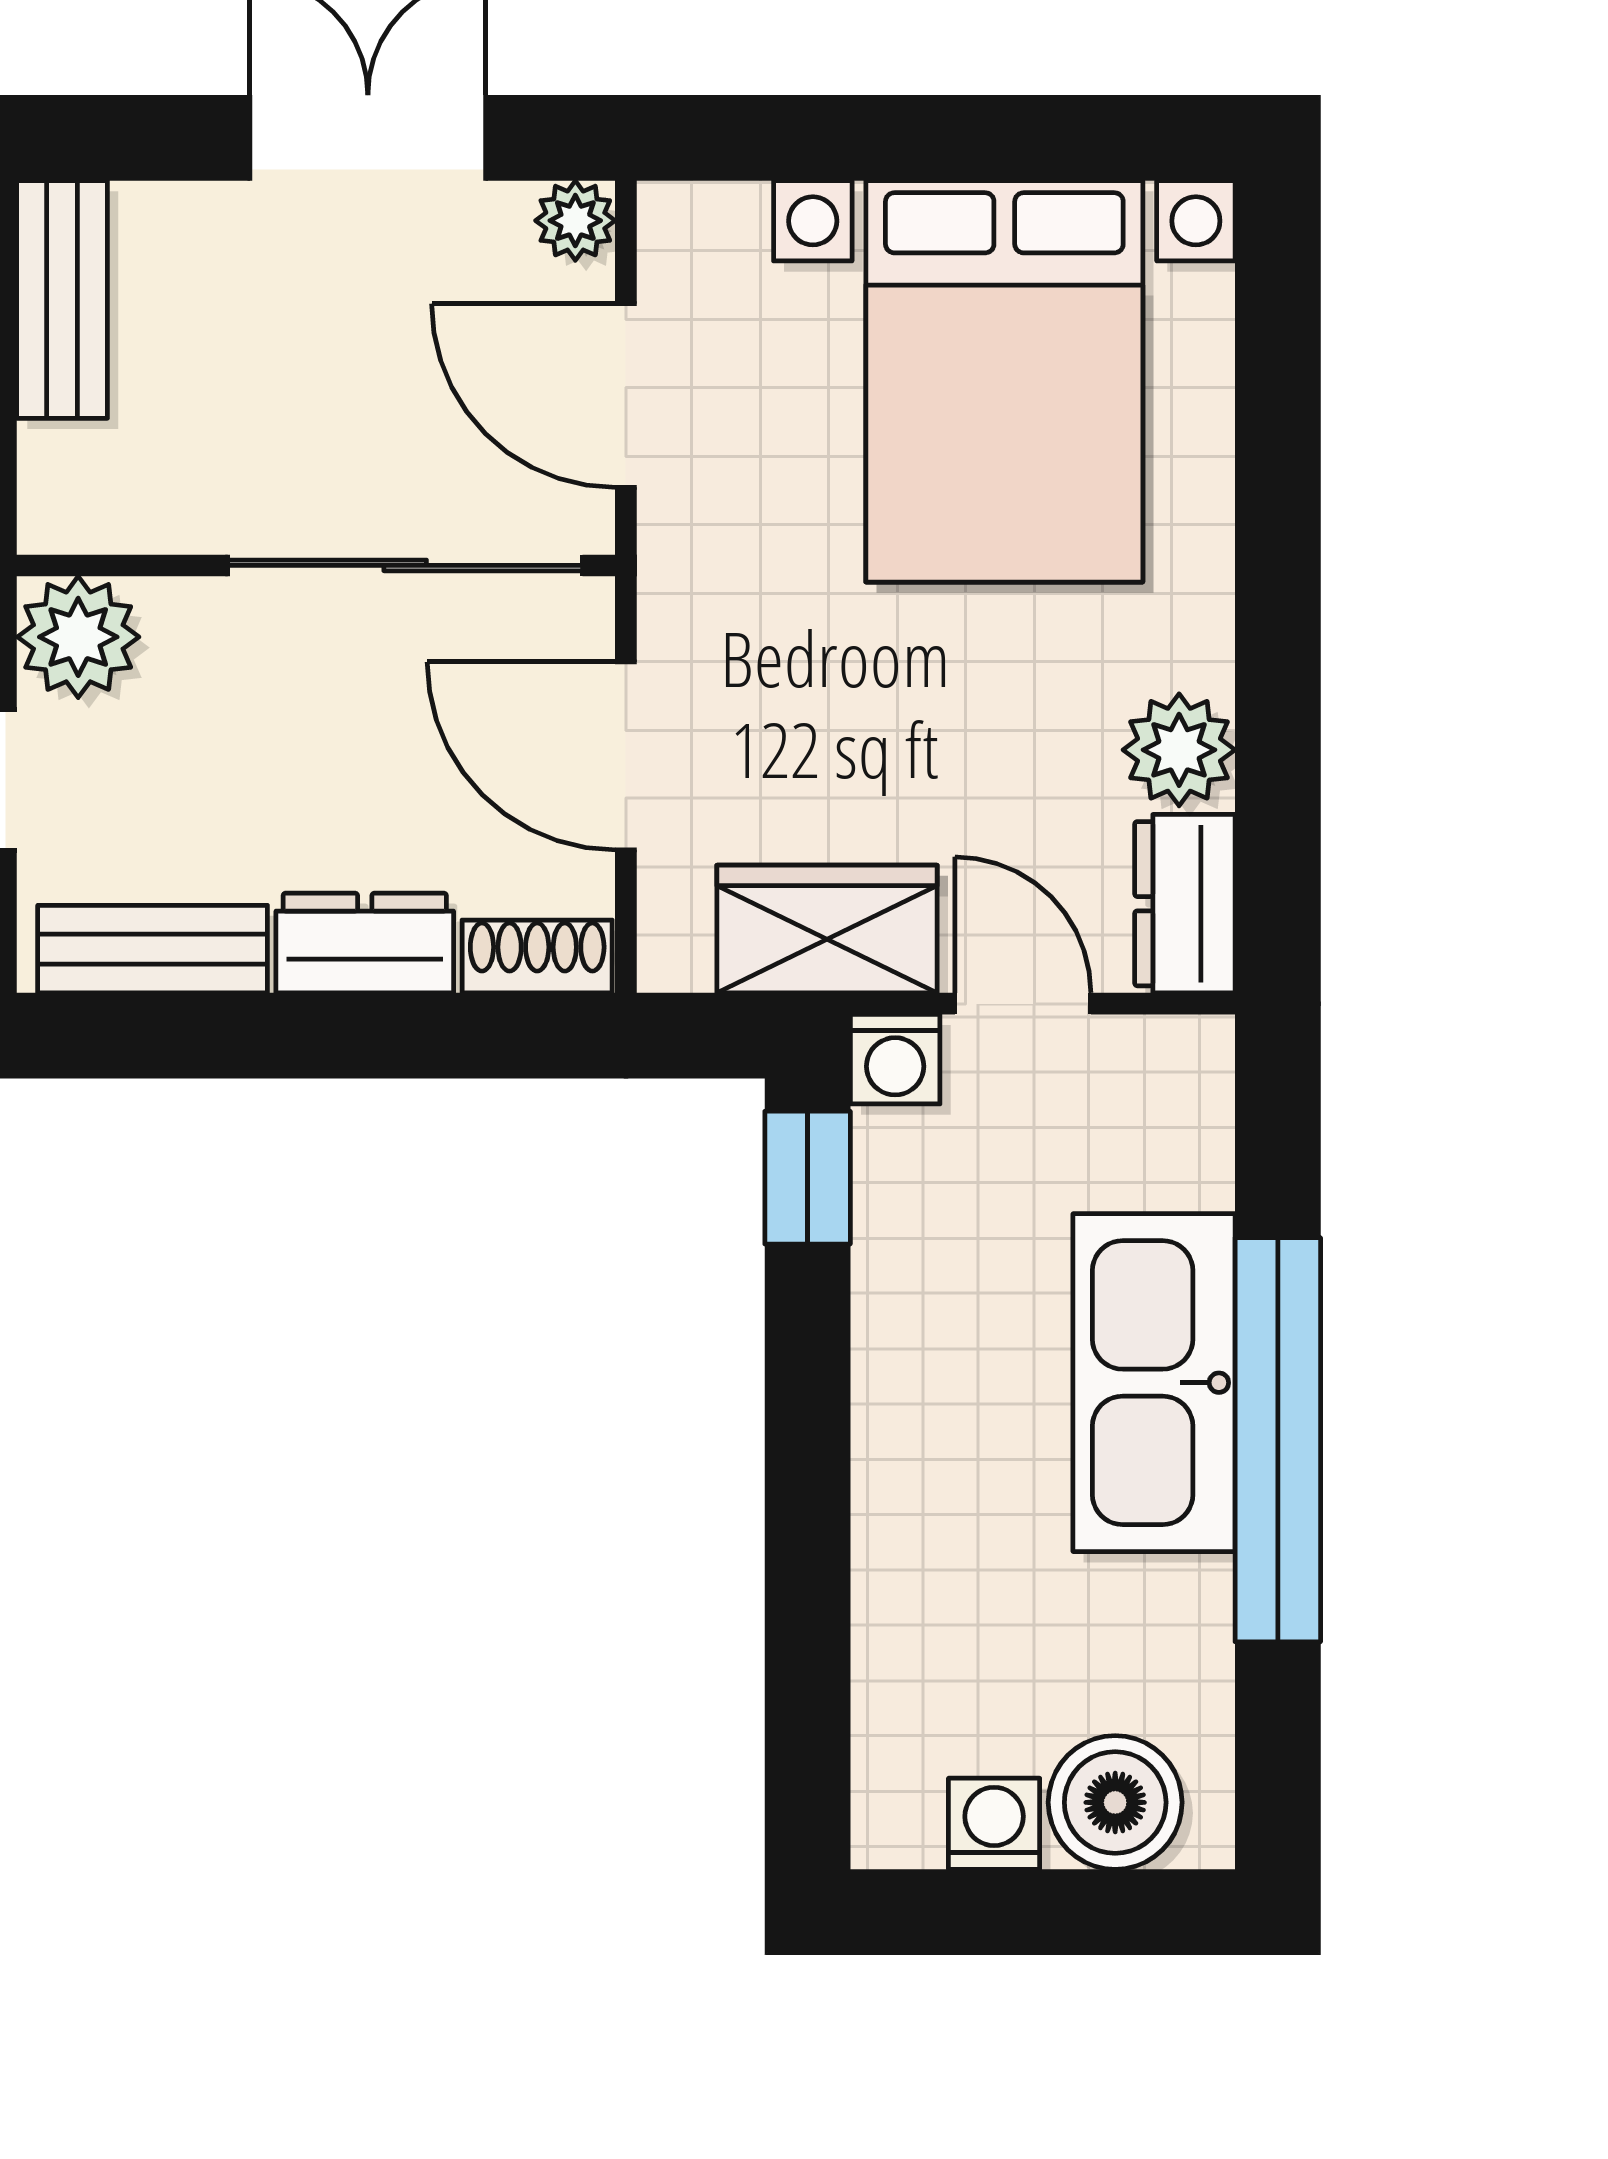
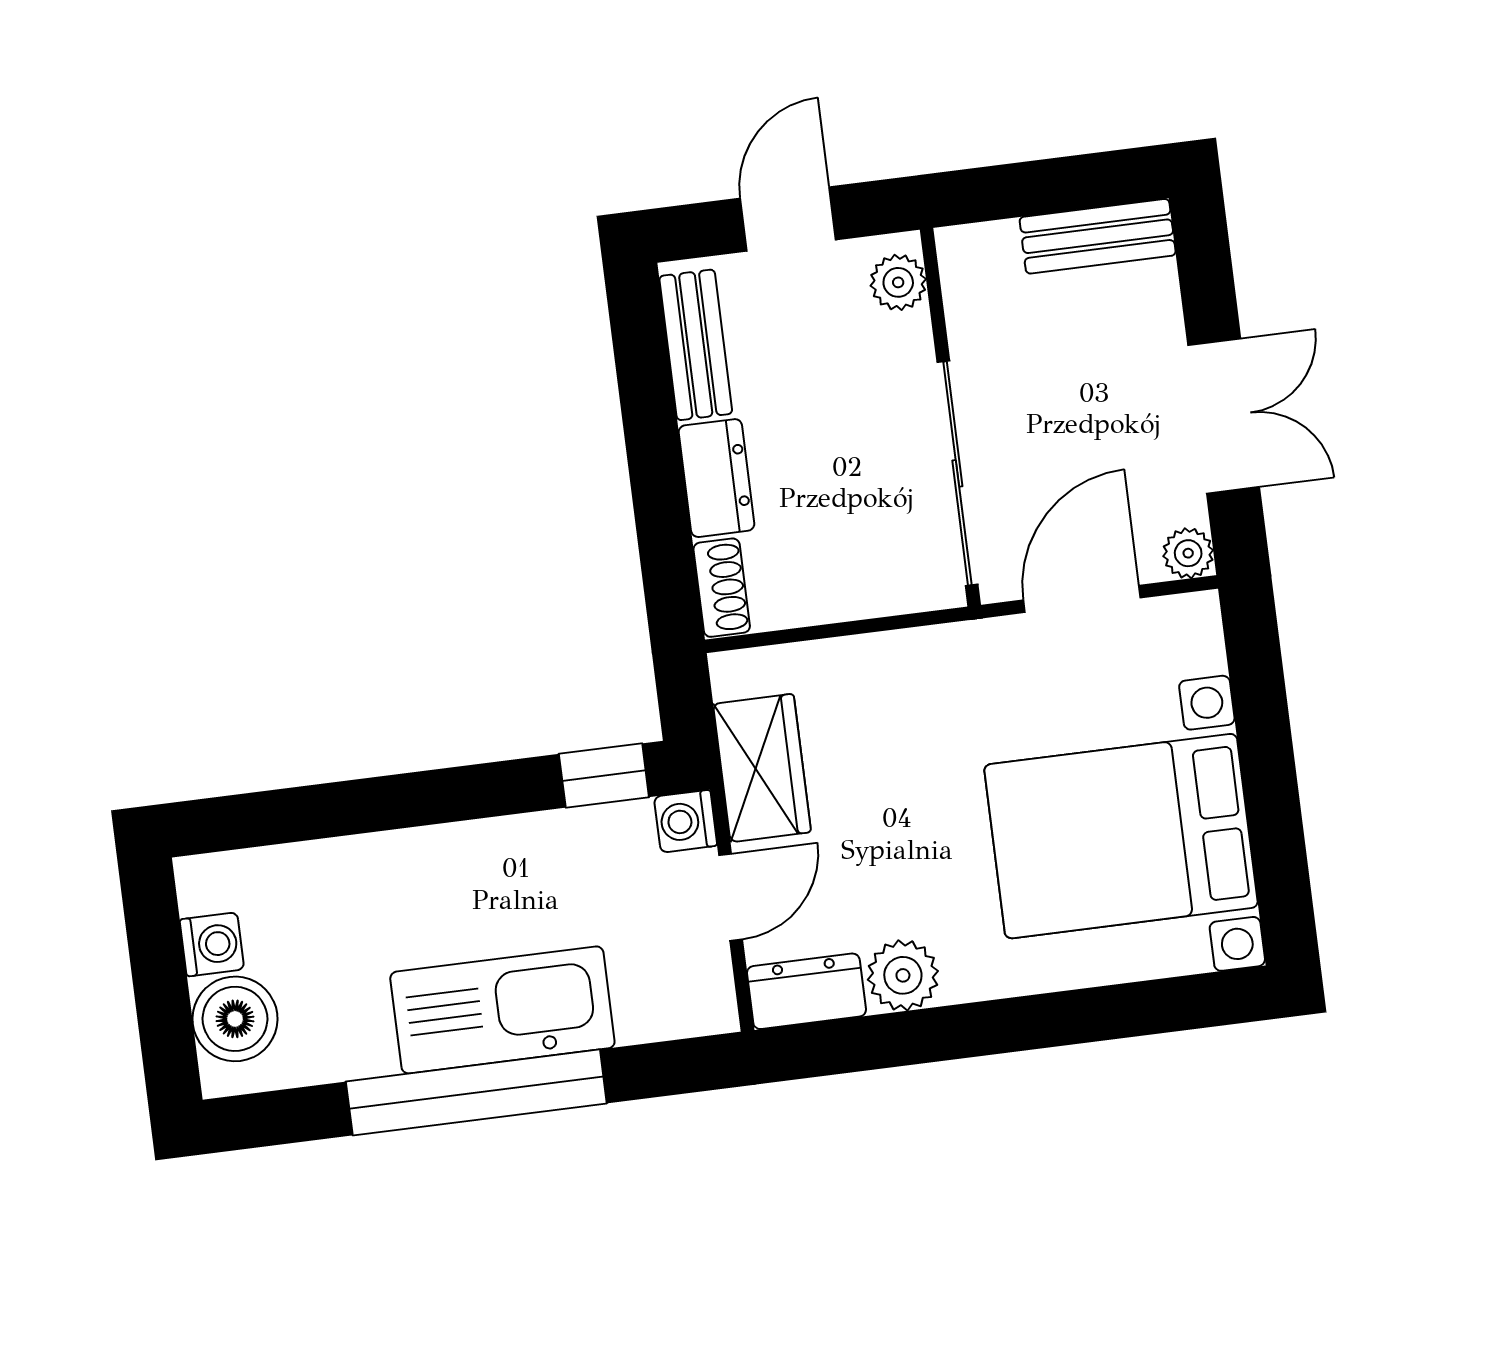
plant: (78, 637) -> (898, 282), width x0.73, depth x0.73
door: (626, 756) -> (855, 628), removed

